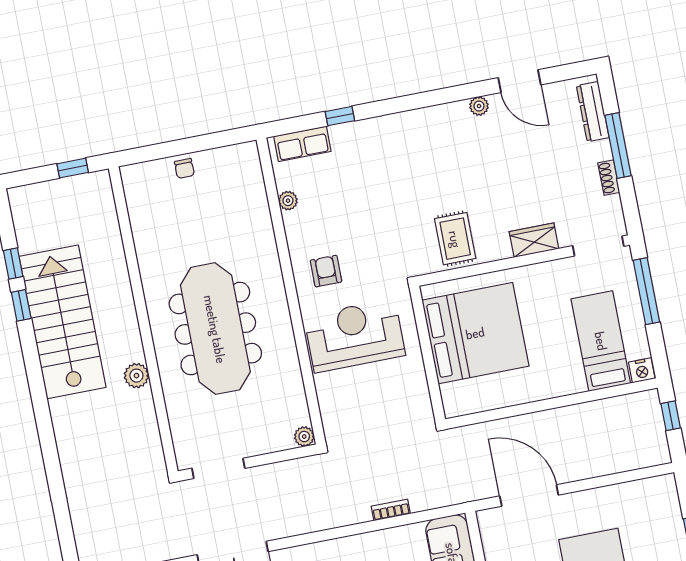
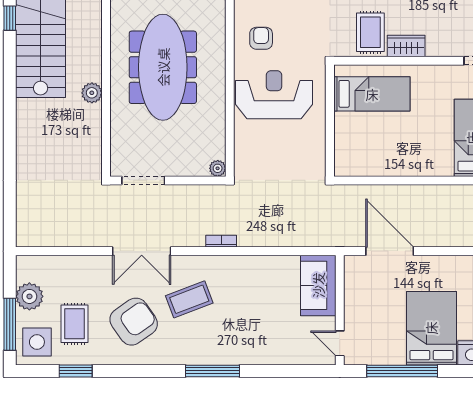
wardrobe: (534, 240) -> (406, 46), moved
bed: (475, 333) -> (372, 94), width x0.49
bookcase: (391, 510) -> (221, 241), moved

